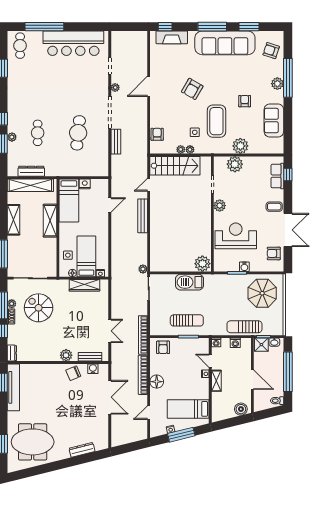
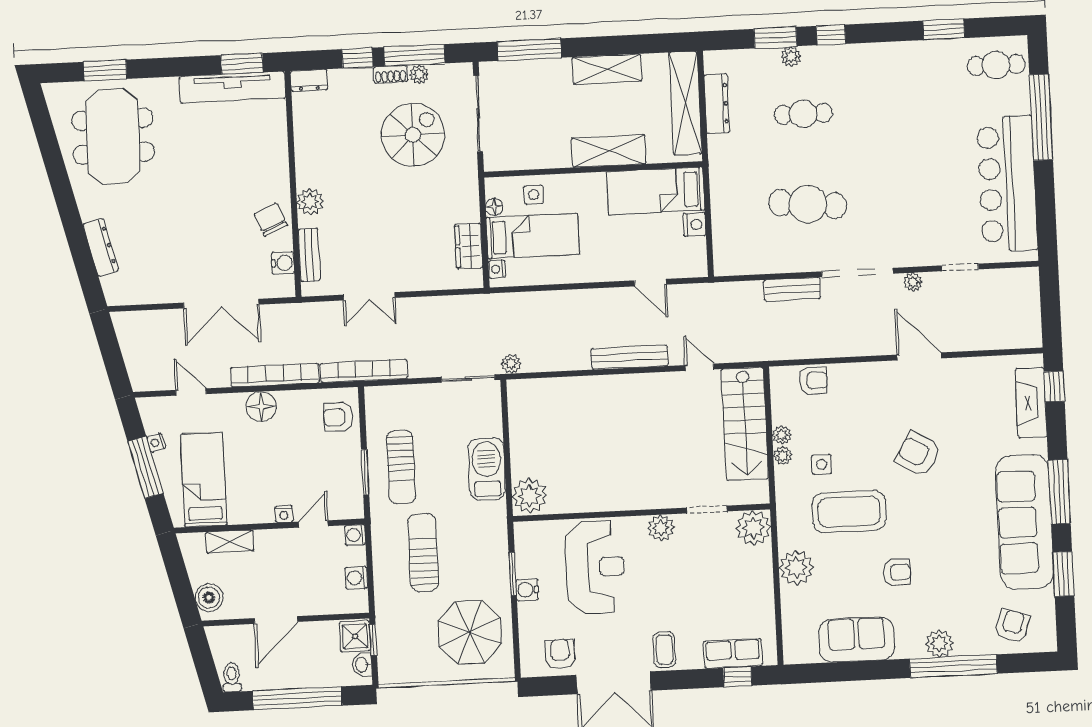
plant: (235, 164) -> (753, 528), moved
wardrobe: (84, 285) -> (469, 246), width x0.67
sun lounger: (244, 327) -> (423, 553), moved
shelving: (216, 381) -> (230, 542), moved

